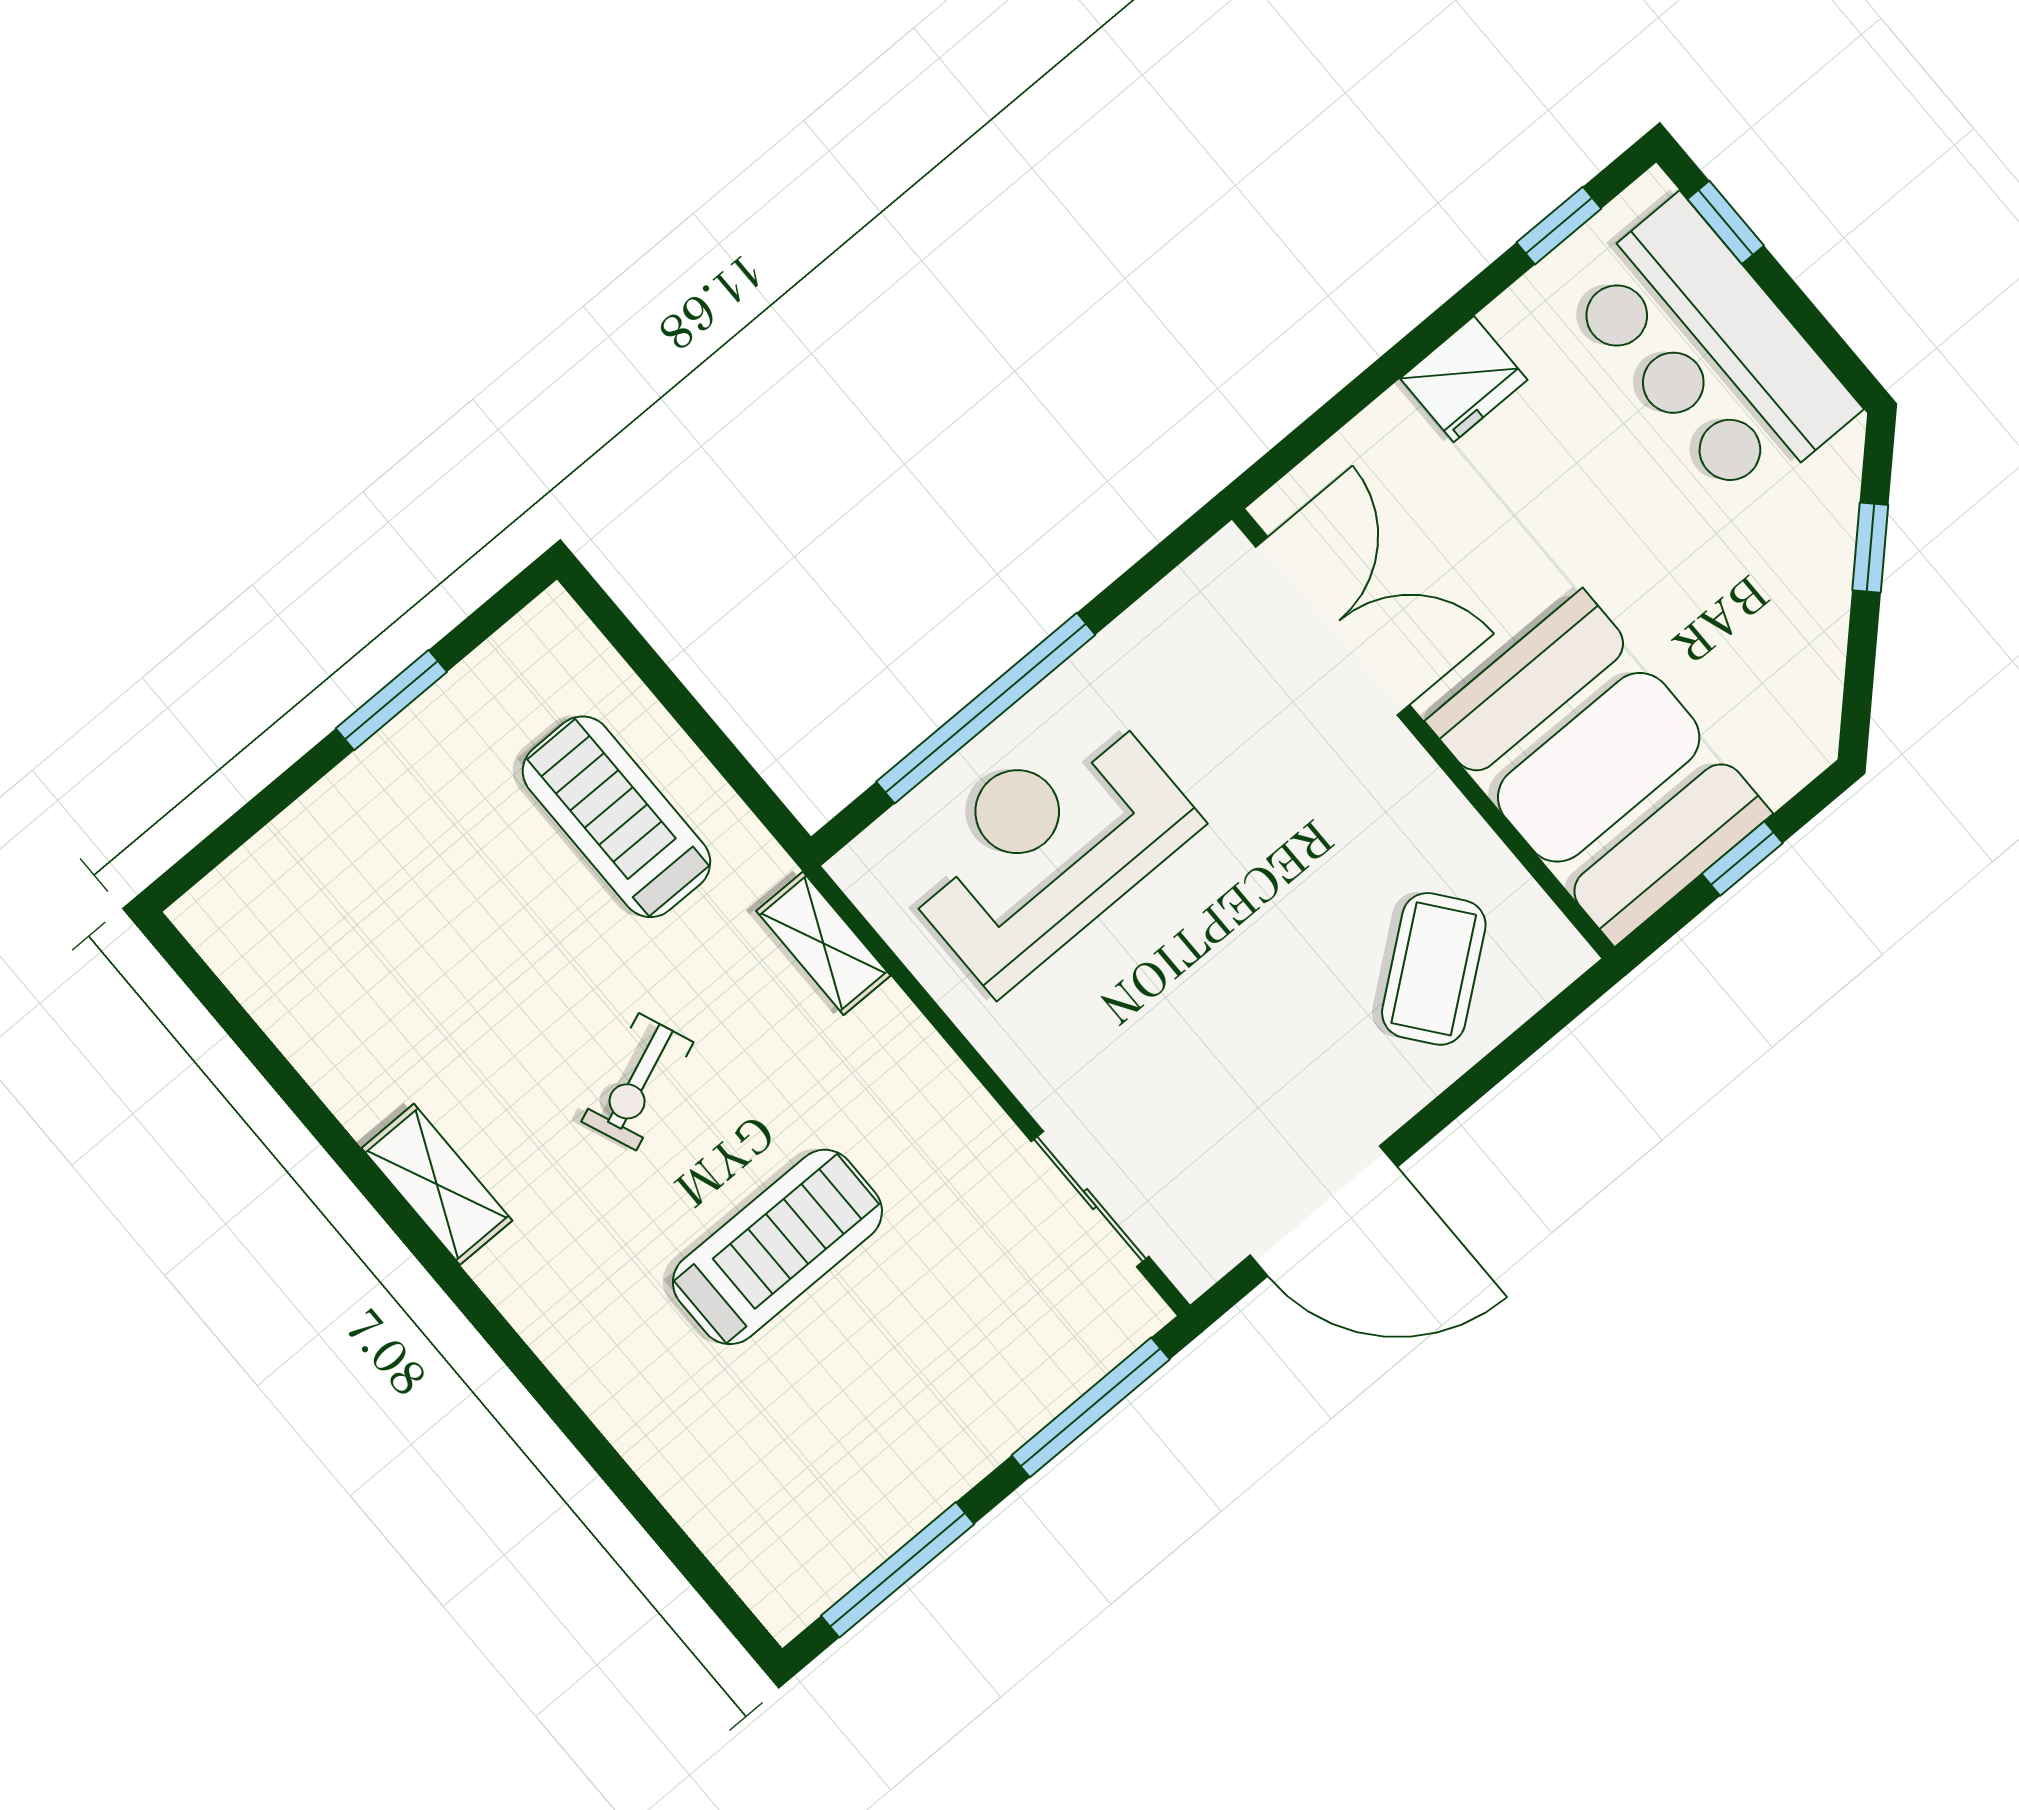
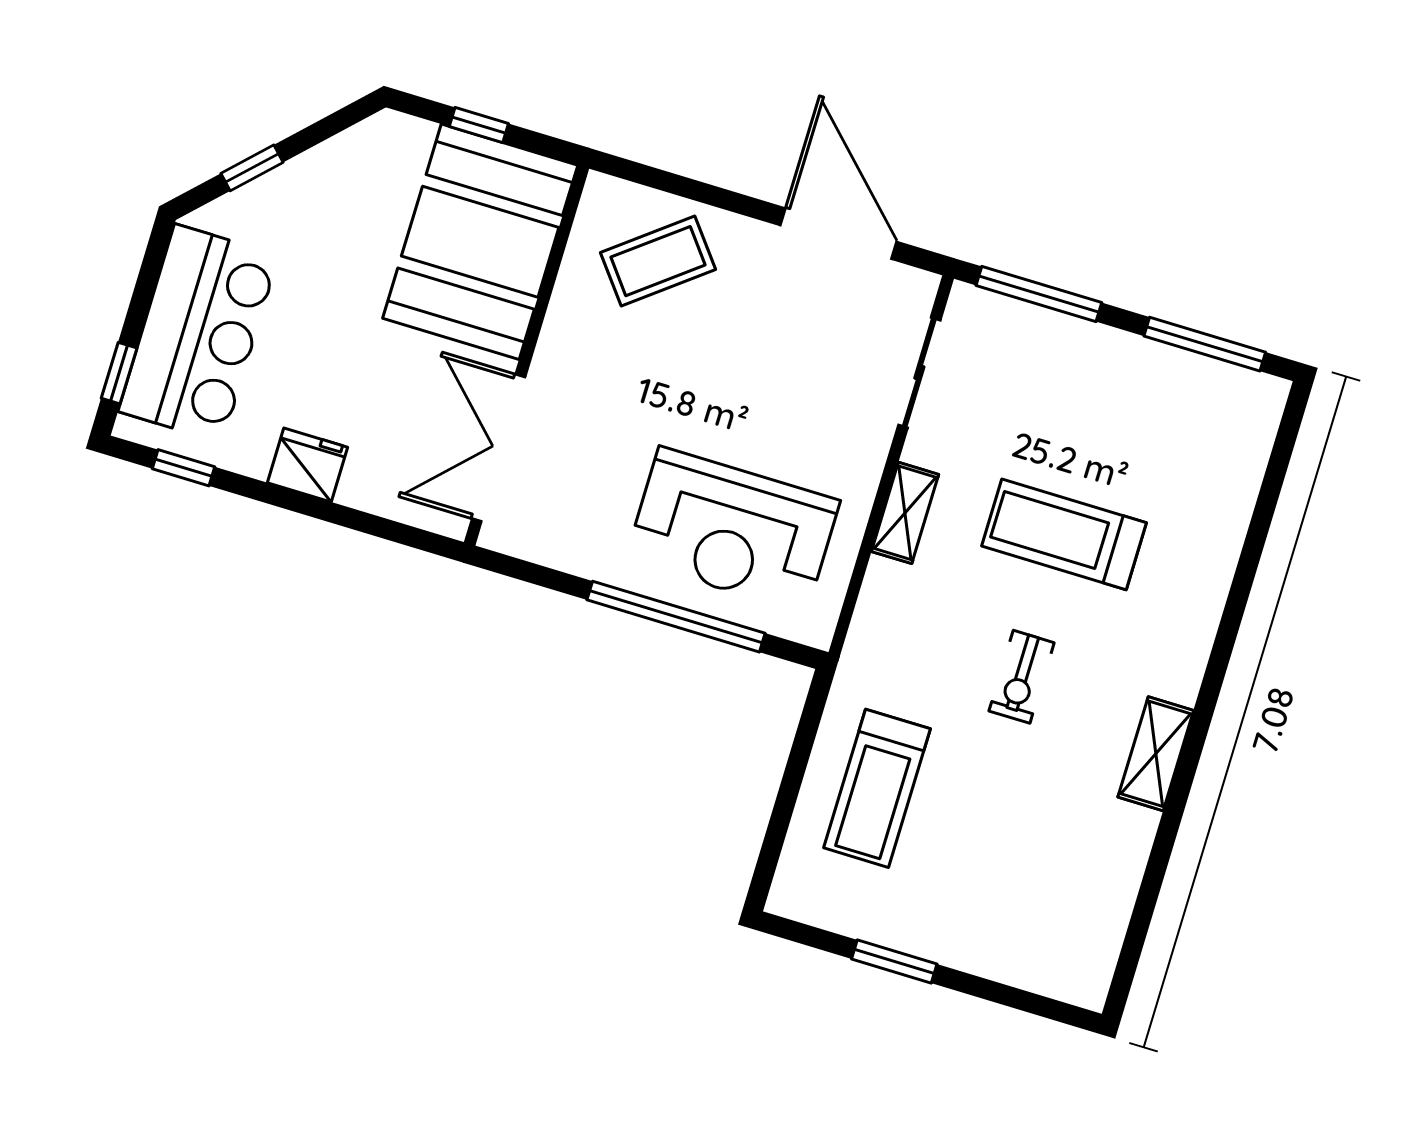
shelving: (823, 943) -> (905, 513), moved
exercise bike: (637, 1082) -> (1022, 677), turned 112

